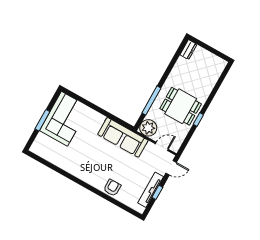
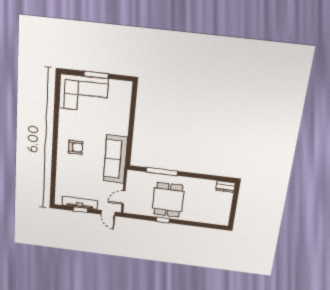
corner sofa: (64, 119) -> (83, 93), moved
plant: (148, 128) -> (135, 179), removed
door: (162, 146) -> (123, 197), swing flipped
armchair: (112, 188) -> (76, 147), moved

